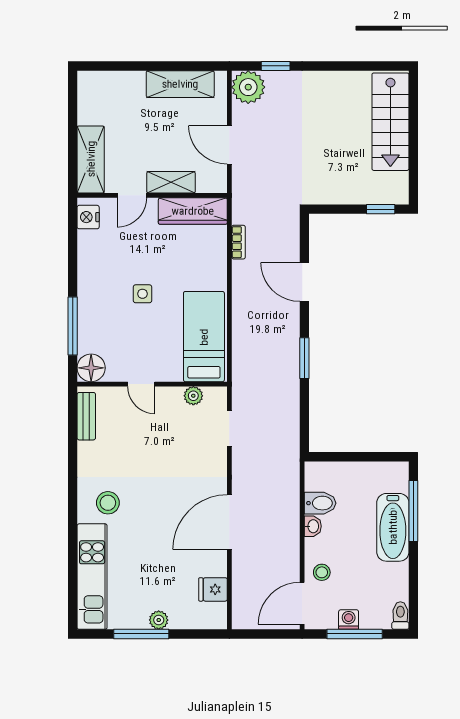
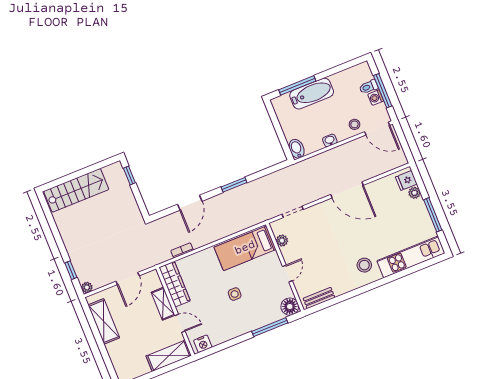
plant: (248, 87) -> (87, 287), width x0.53, depth x0.53
bidet: (320, 503) -> (297, 149), moved
fridge: (213, 589) -> (406, 180), moved, turned 90
toilet: (400, 616) -> (369, 87), moved
plant: (159, 620) -> (414, 193), moved

